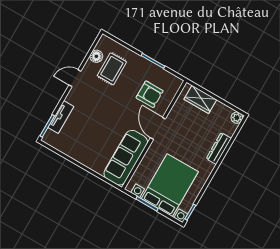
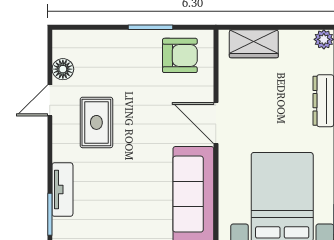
rug: (112, 69) -> (96, 122), moved
door: (75, 78) -> (50, 100), moved
armchair: (150, 94) -> (180, 55), moved

